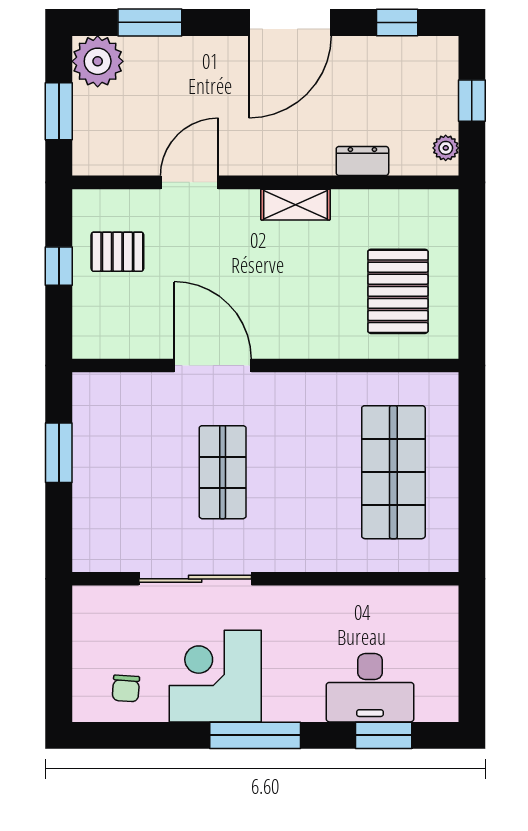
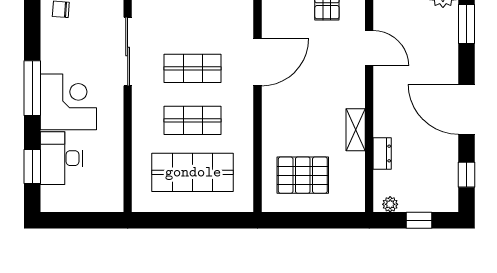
shelving: (295, 205) -> (356, 130), moved
shop shelf: (308, 472) -> (193, 120), added
corner desk: (215, 676) -> (68, 102), moved

